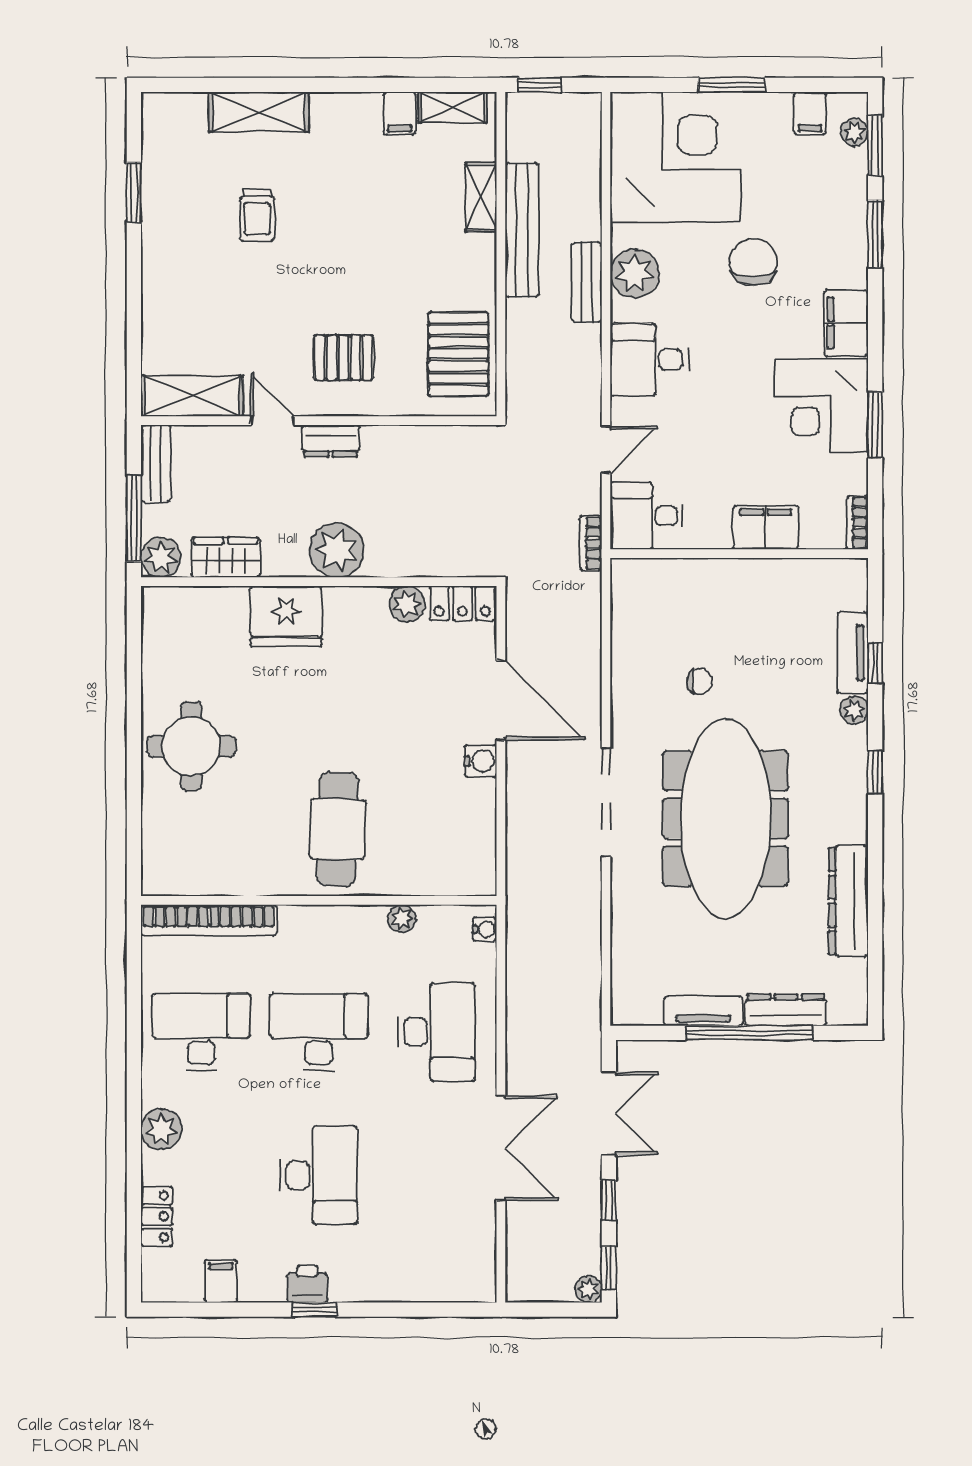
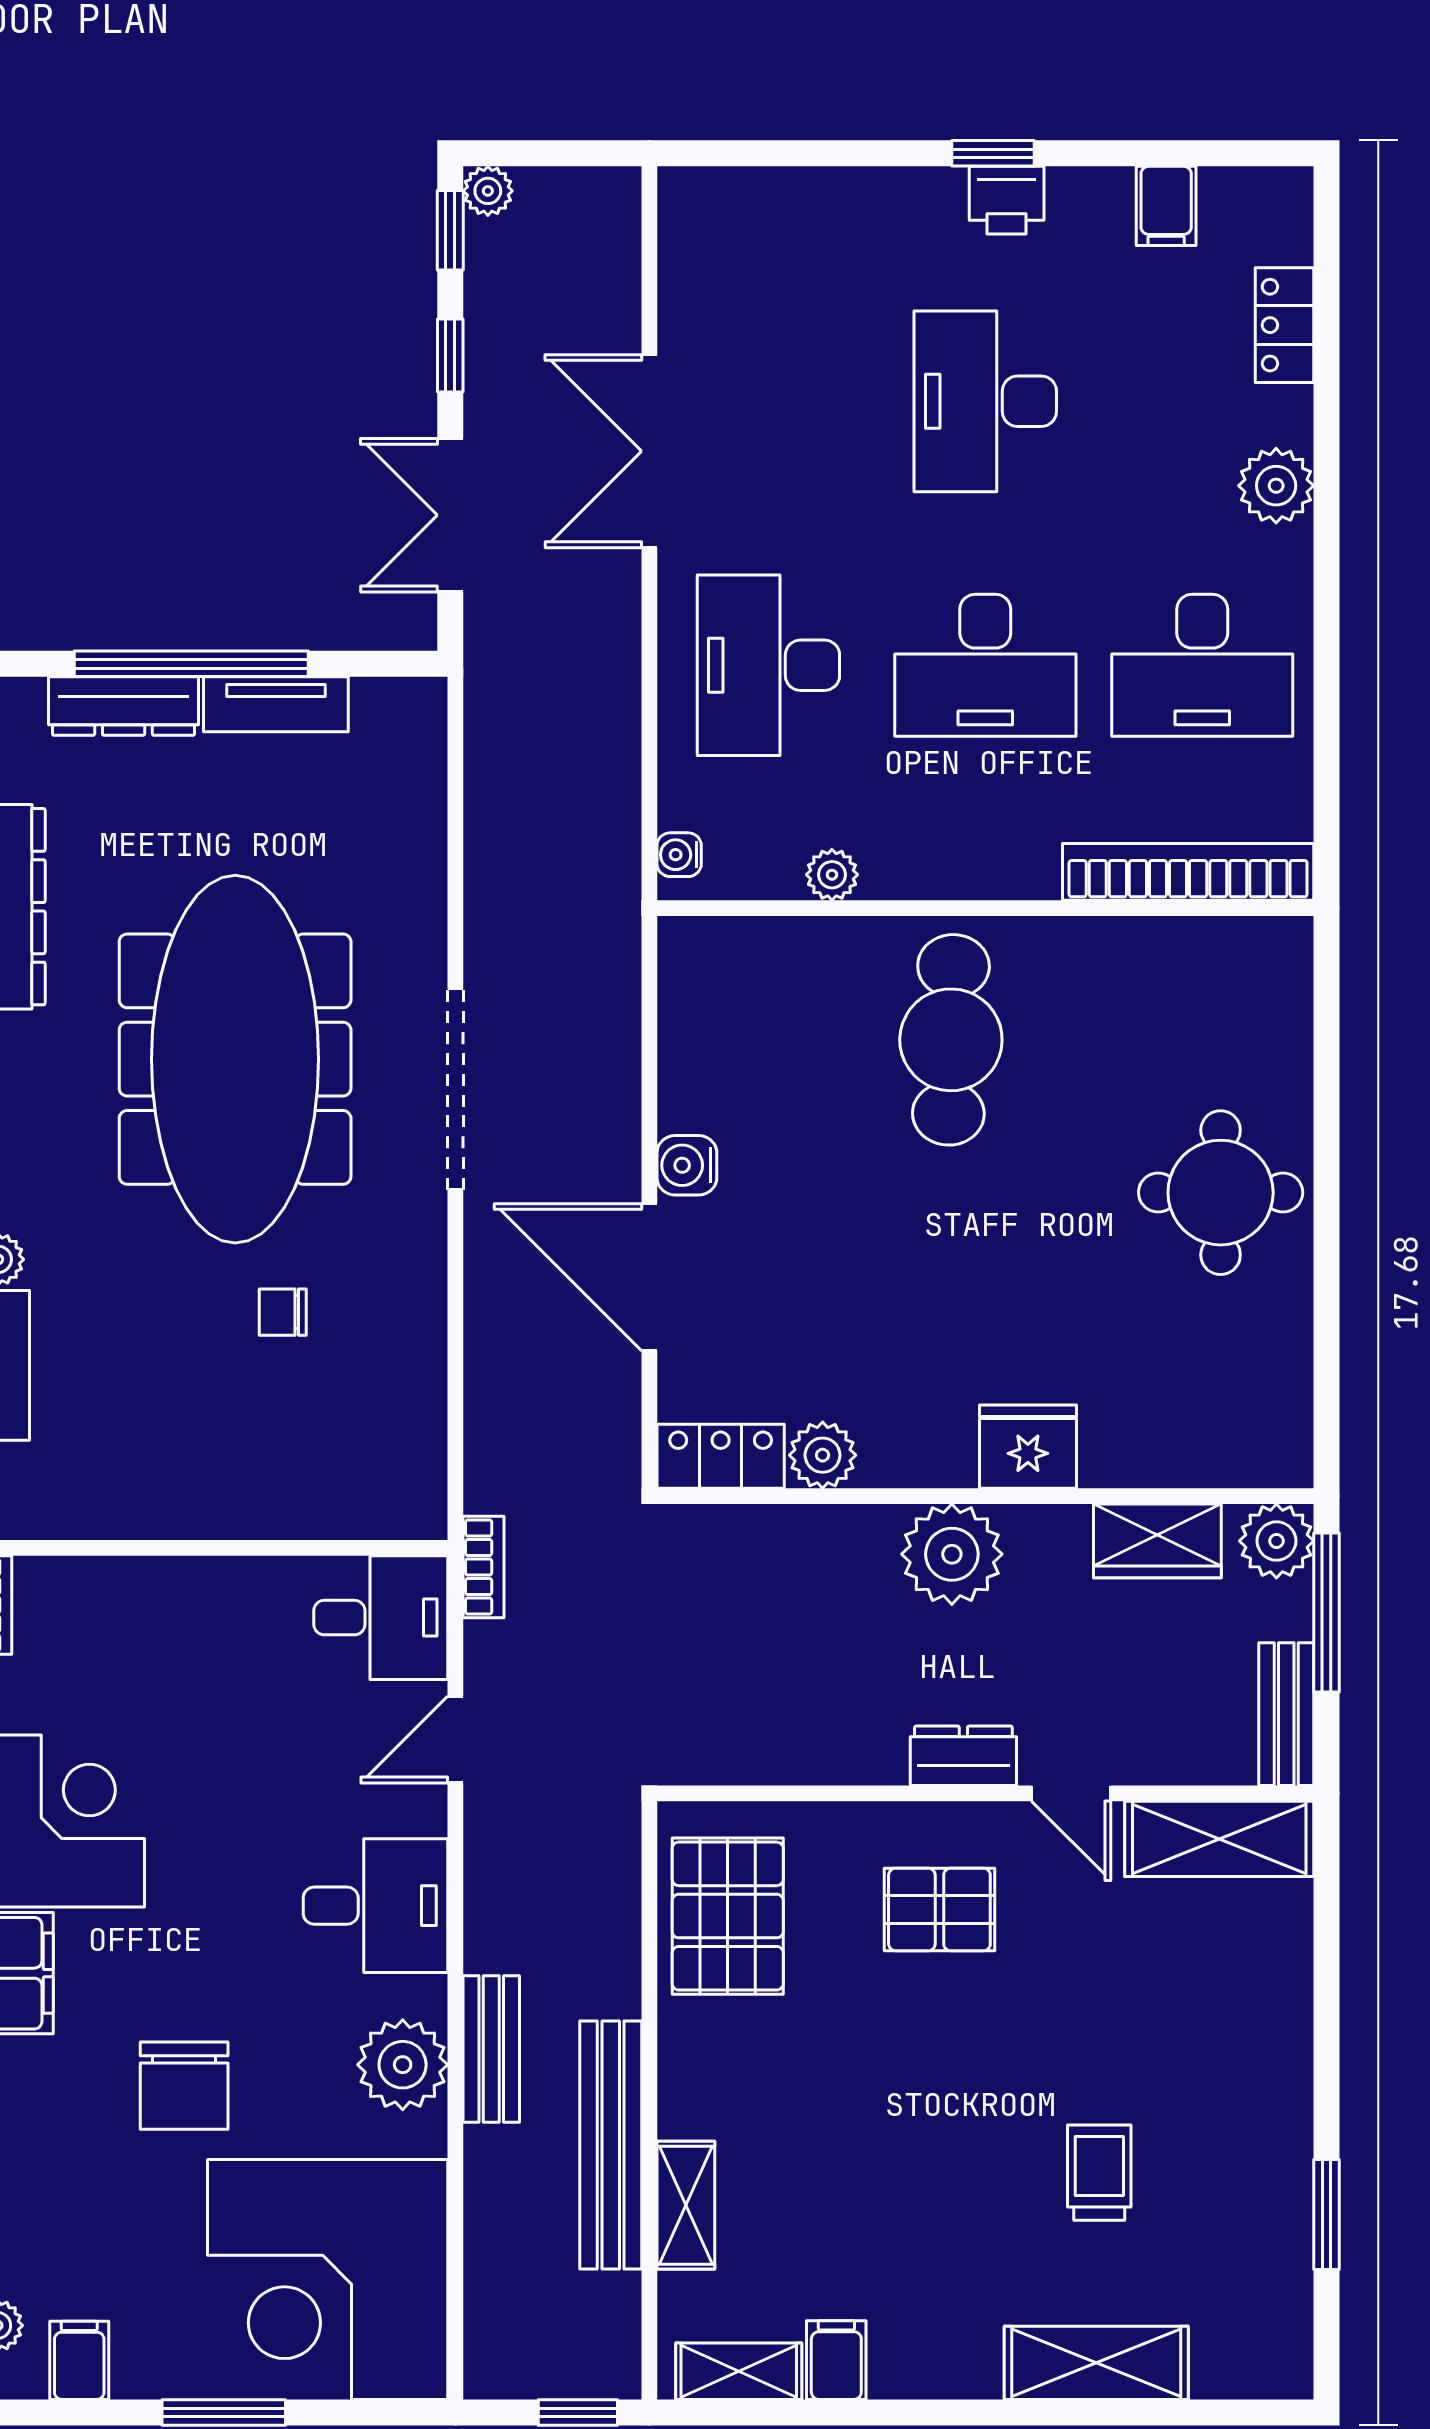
filing cabinet: (766, 527) -> (161, 1596), removed
fridge: (286, 616) -> (1028, 1447), width x0.73, depth x0.75

